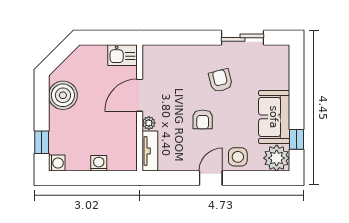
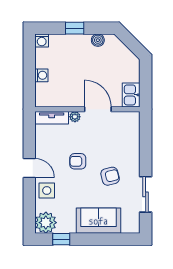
boiler: (63, 95) -> (98, 40), width x0.54, depth x0.54
sofa: (274, 117) -> (98, 221), moved
window: (42, 142) -> (75, 28), moved

